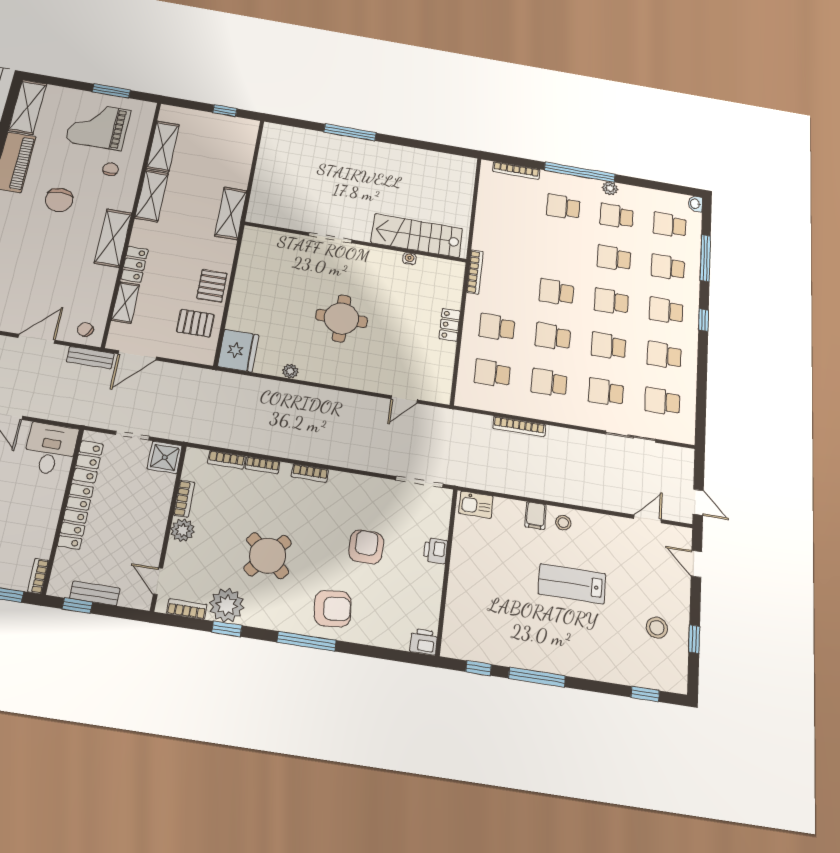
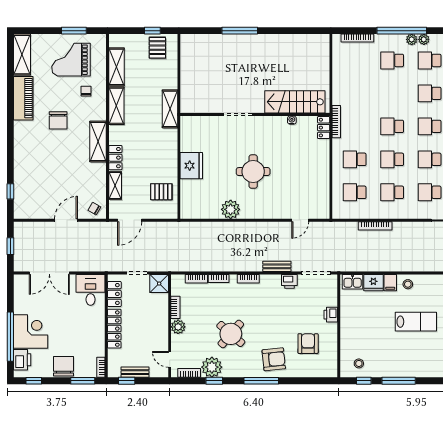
plant: (593, 186) -> (412, 39), added
pallet: (212, 286) -> (157, 48), moved
locker: (450, 325) -> (324, 128), moved
fridge: (238, 351) -> (191, 166), moved
bench: (90, 358) -> (277, 266), moved
plant: (290, 371) -> (231, 209), width x1.87, depth x1.87
fridge: (509, 512) -> (373, 283), added
armchair: (366, 547) -> (308, 344), moved
lab bench: (572, 584) -> (416, 322), turned 180
stool: (473, 638) -> (359, 363), added
printer: (424, 642) -> (289, 281), moved, turned 180

